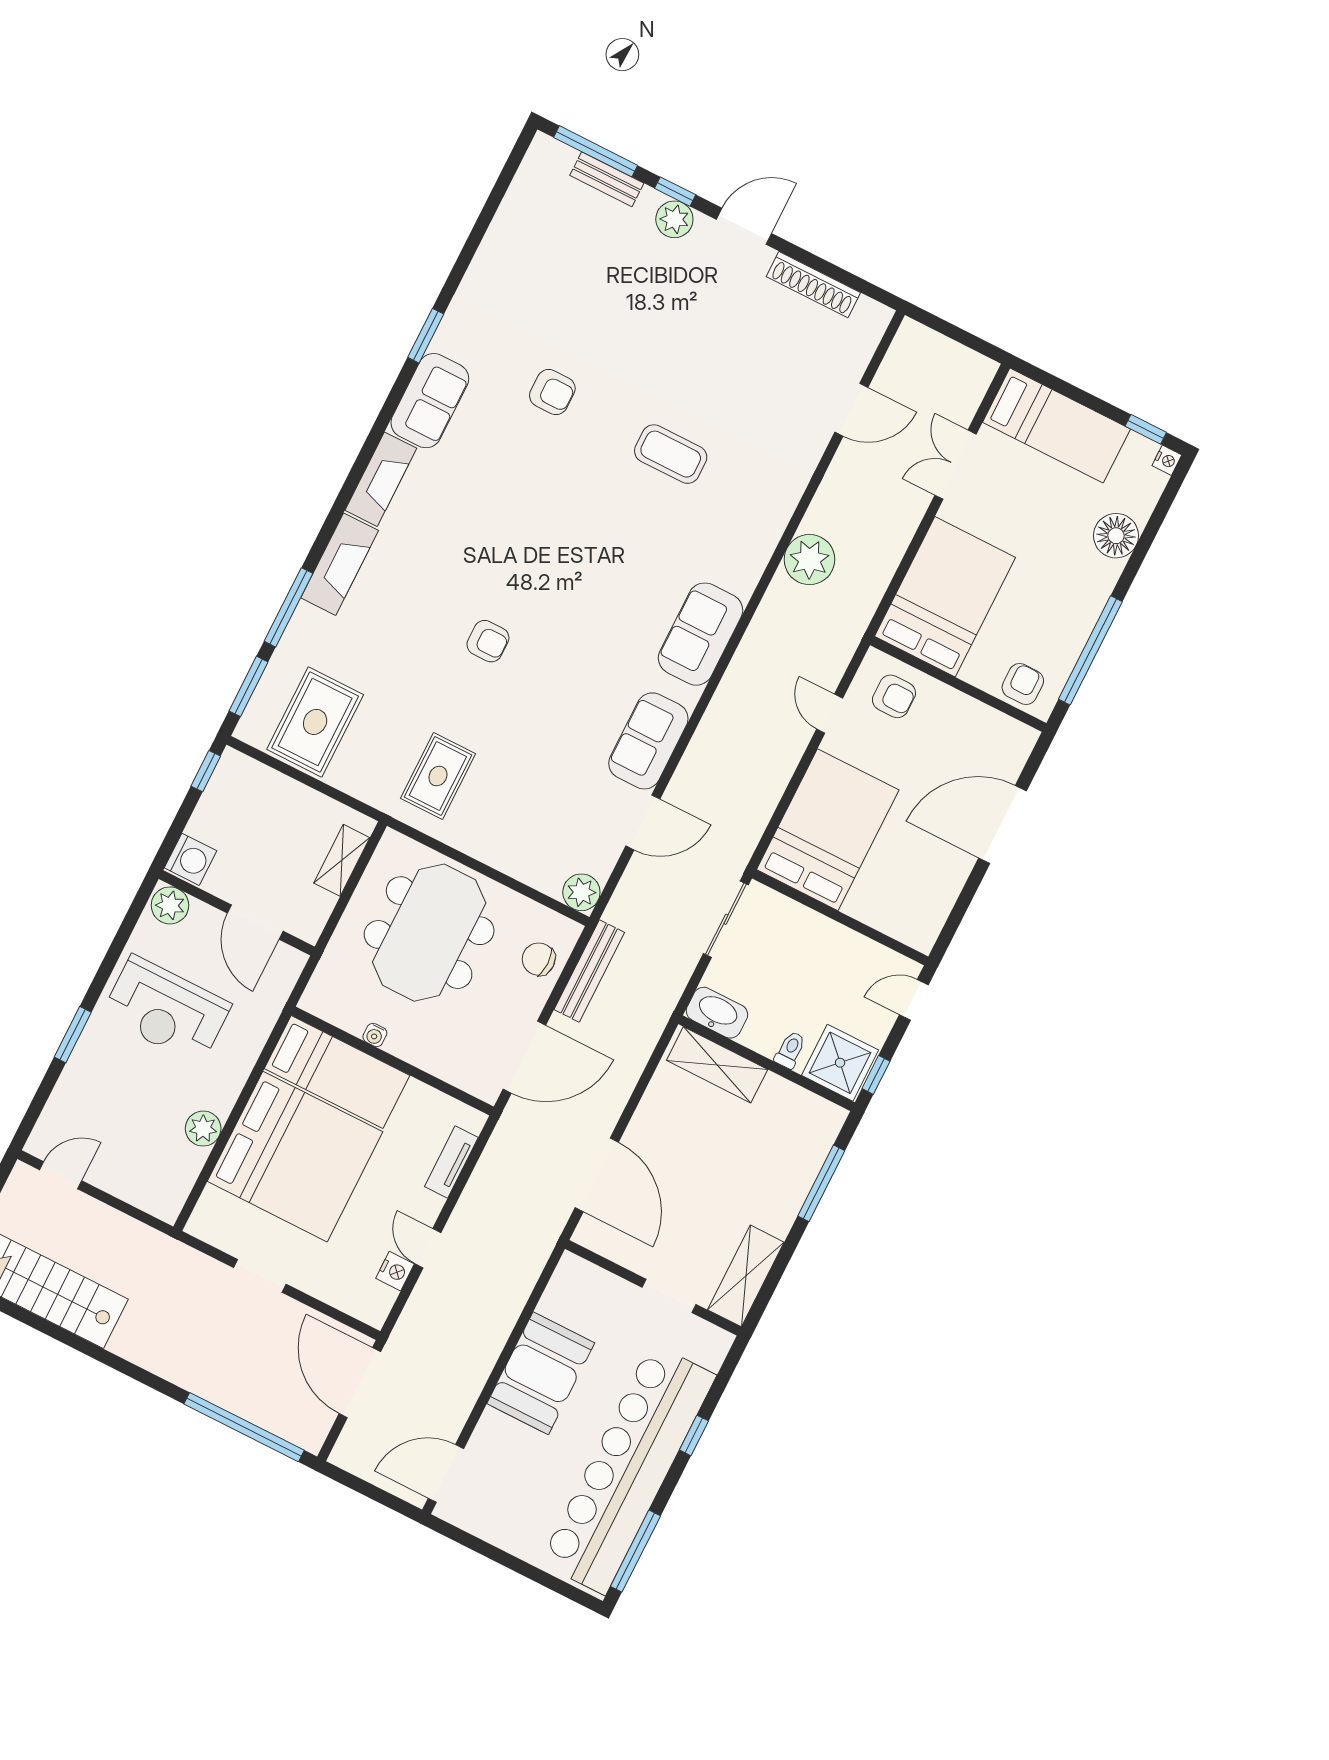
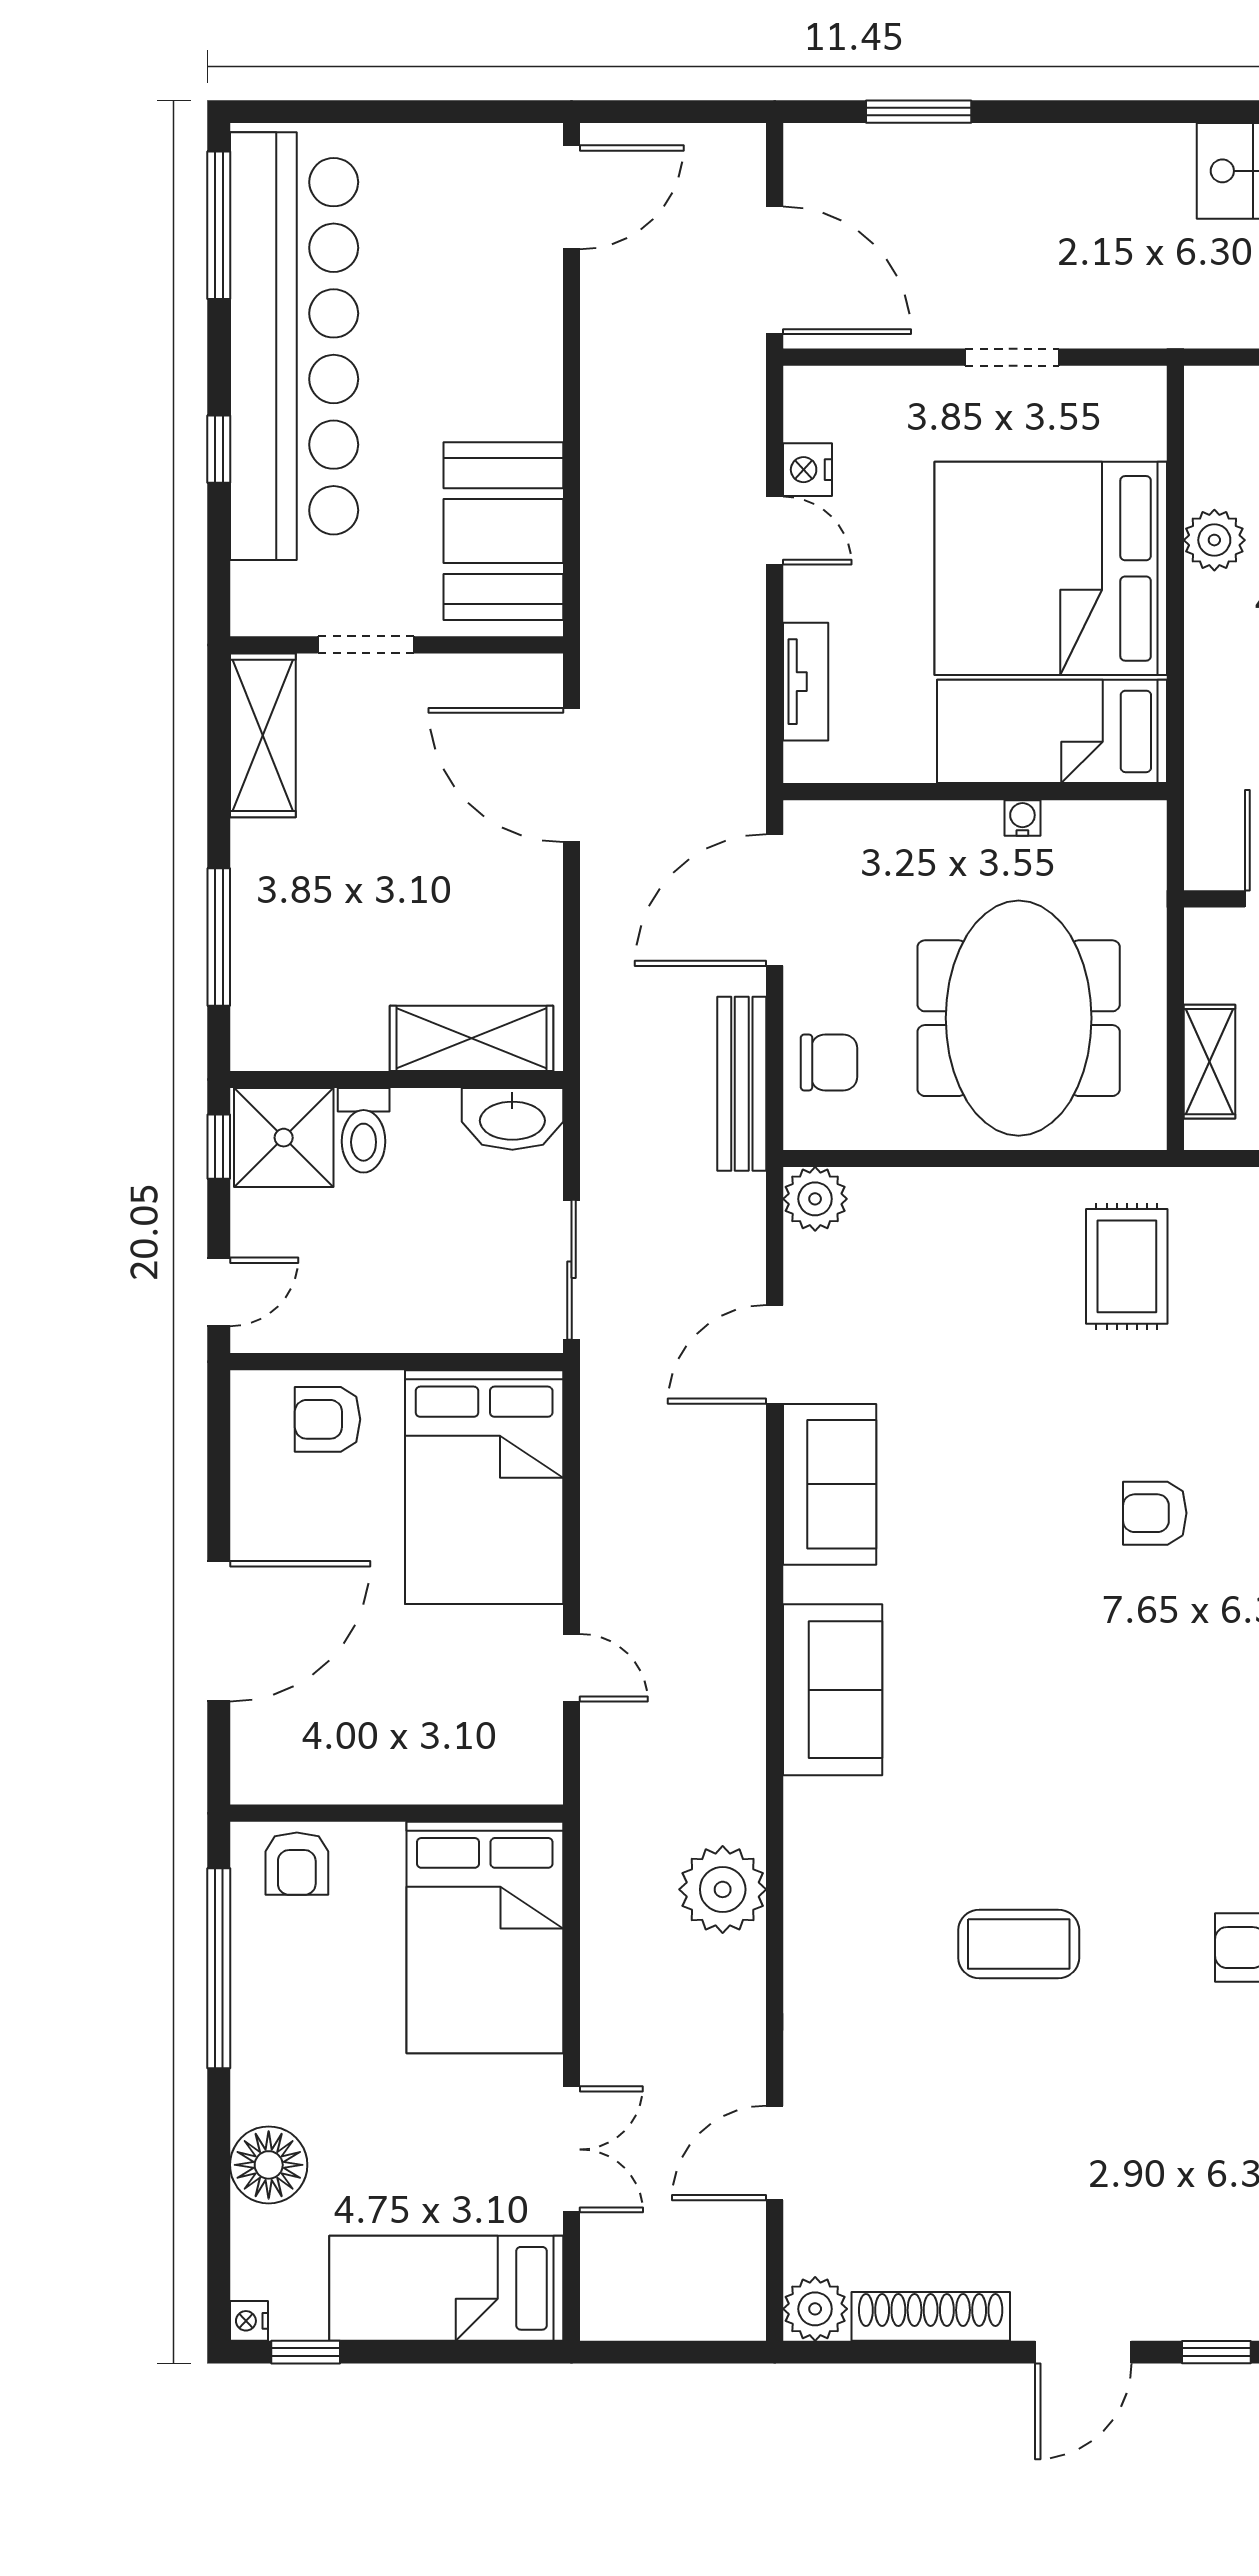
plant: (674, 219) -> (815, 2309), moved
armchair: (894, 696) -> (328, 1419), moved
toilet: (790, 1050) -> (364, 1130), width x1.37, depth x1.39
booth: (541, 1373) -> (503, 531), moved
window: (244, 1427) -> (919, 112), width x0.47

